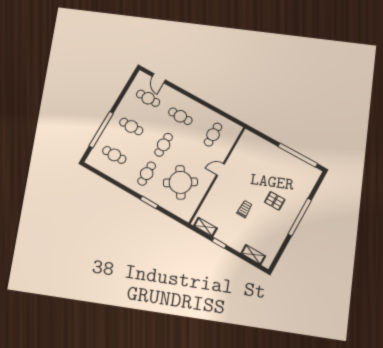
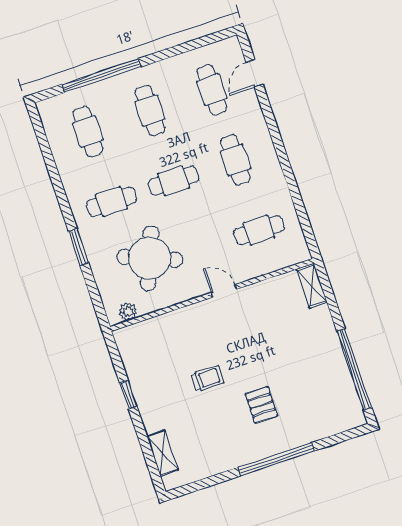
round table: (180, 182) -> (150, 258), turned -36
plant: (190, 210) -> (128, 312), added
shelving: (205, 227) -> (312, 286), moved

